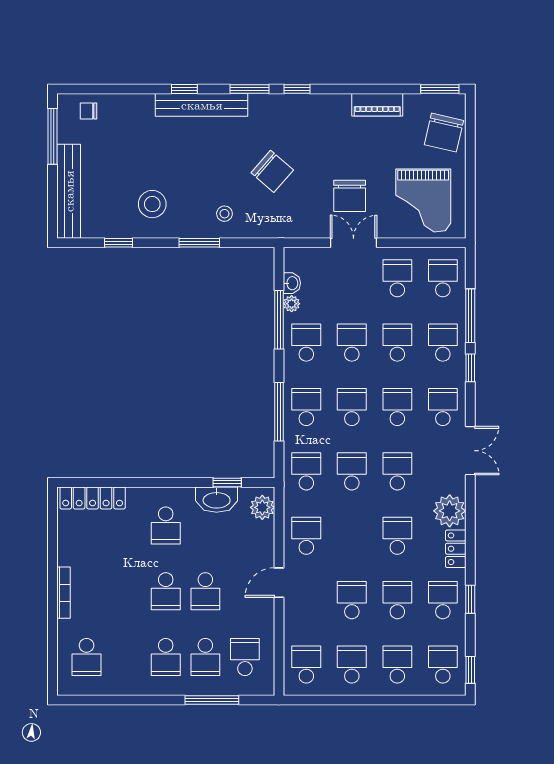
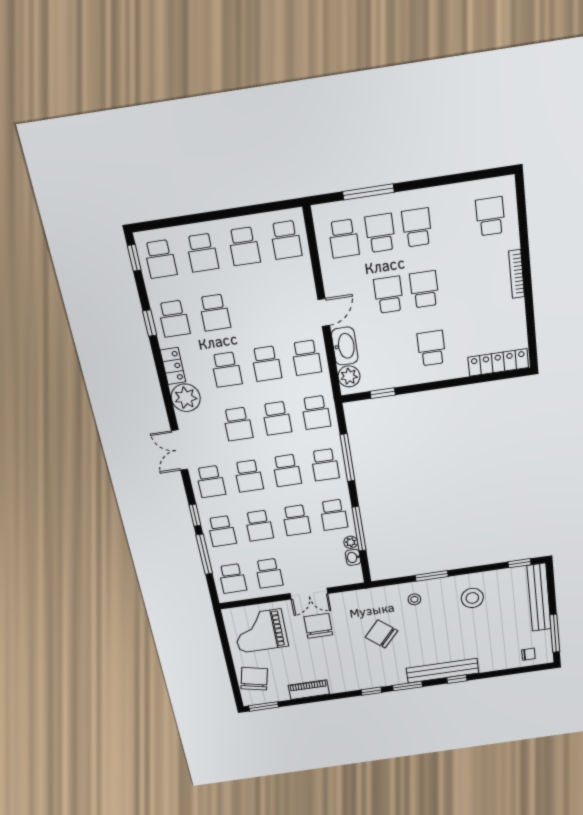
grand piano: (423, 200) -> (260, 631), turned -90
window: (119, 243) -> (519, 563), moved
washbasin: (217, 500) -> (345, 346), moved, turned 90
school desk: (352, 600) -> (266, 364), moved

